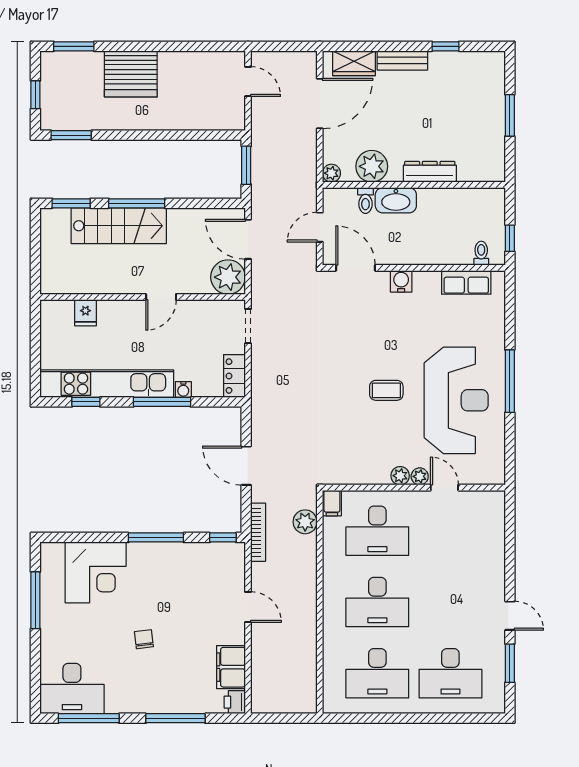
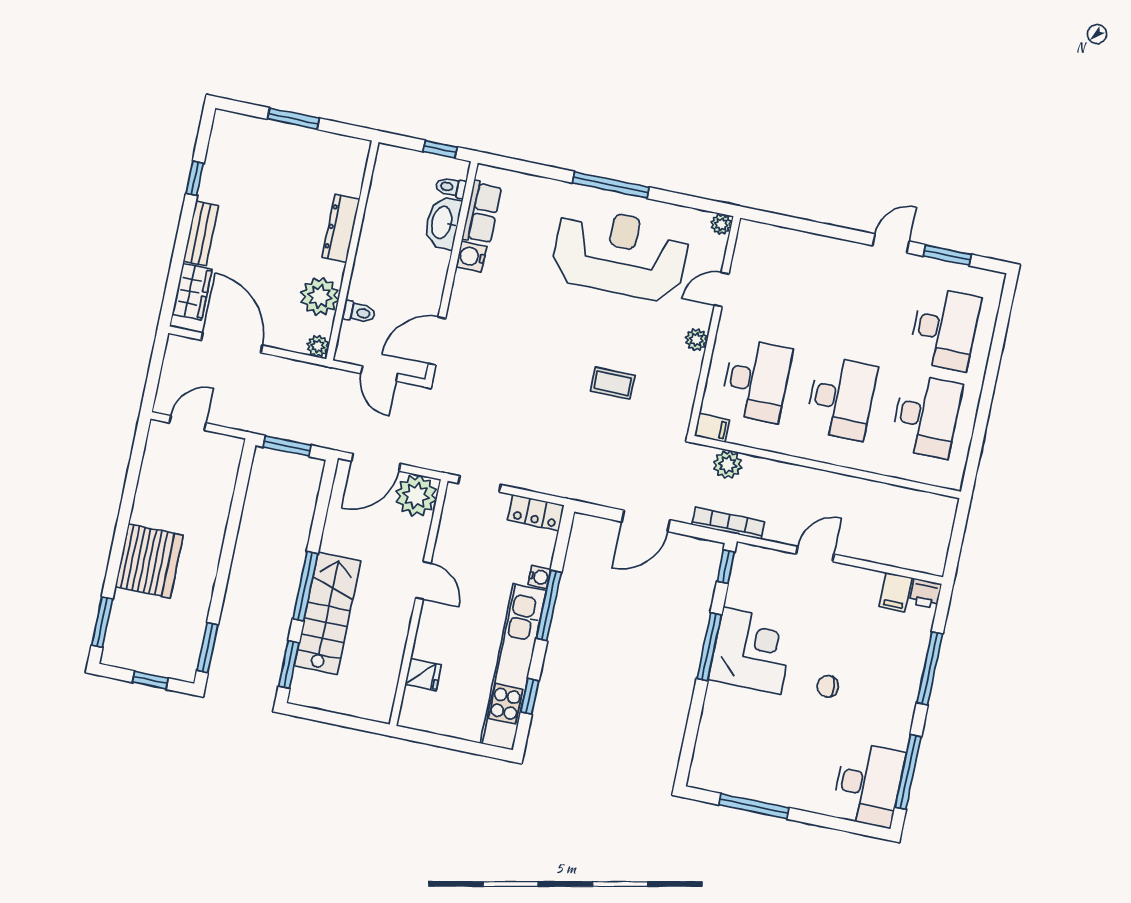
washbasin: (396, 200) -> (443, 223), moved, turned 180
water cooler: (401, 281) -> (471, 257), moved
coffee table: (386, 390) -> (613, 383), moved, turned 90
plant: (420, 476) -> (721, 224), moved
corner desk: (96, 572) -> (752, 651), moved
filing cabinet: (231, 667) -> (896, 592), width x0.50

